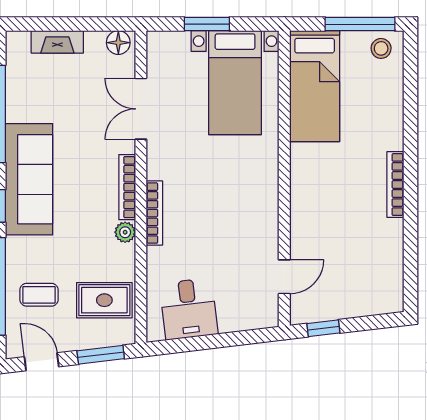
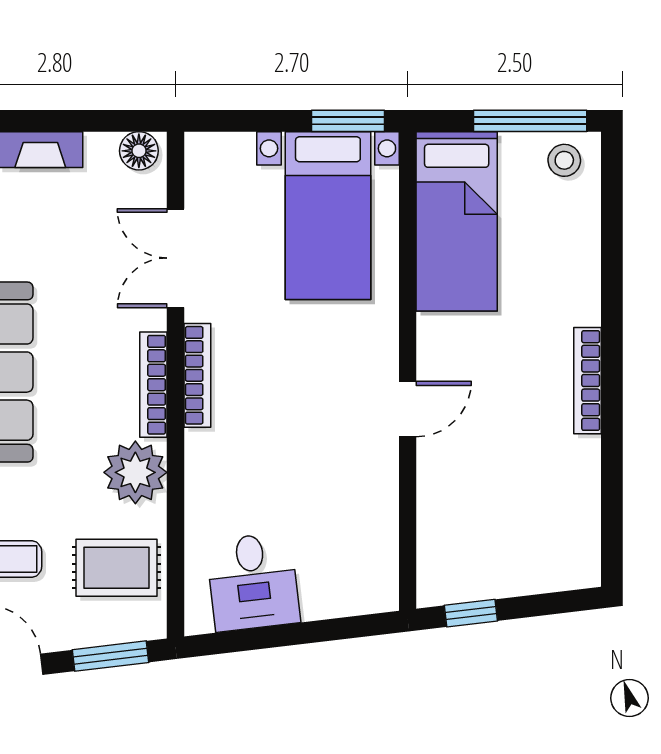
window: (207, 24) -> (348, 121), moved
bookcase: (154, 213) -> (197, 375), moved
plant: (125, 232) -> (135, 472), width x1.87, depth x1.87
door: (284, 277) -> (408, 409), moved

